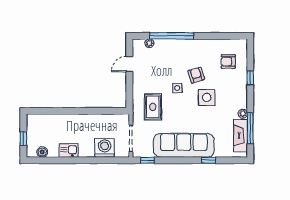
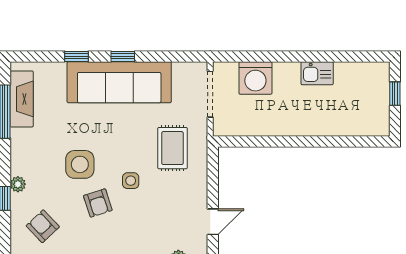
armchair: (228, 62) -> (43, 226), turned -133
plant: (243, 114) -> (18, 184), moved
boiler: (42, 152) -> (363, 71), removed
window: (148, 160) -> (123, 56), moved

